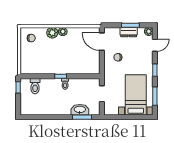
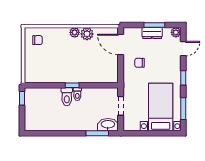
plant: (52, 33) -> (87, 34), moved
toilet: (35, 86) -> (67, 97), moved
washbasin: (80, 110) -> (108, 125), moved

